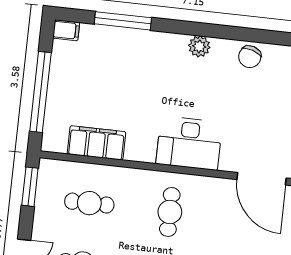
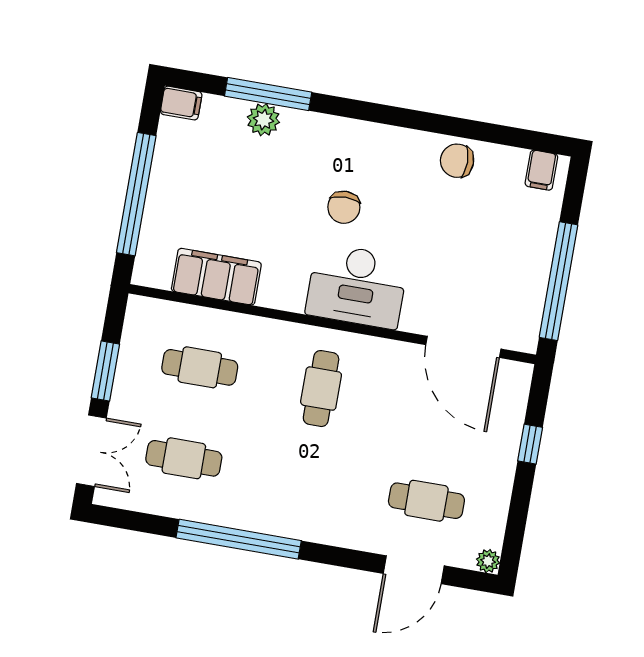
plant: (199, 46) -> (263, 120), moved
chair: (250, 57) -> (457, 161), turned 73
chair: (177, 92) -> (344, 207), added
window: (30, 187) -> (105, 371), moved

